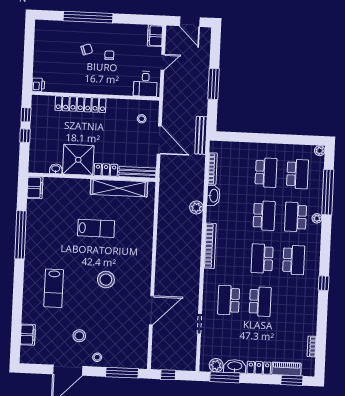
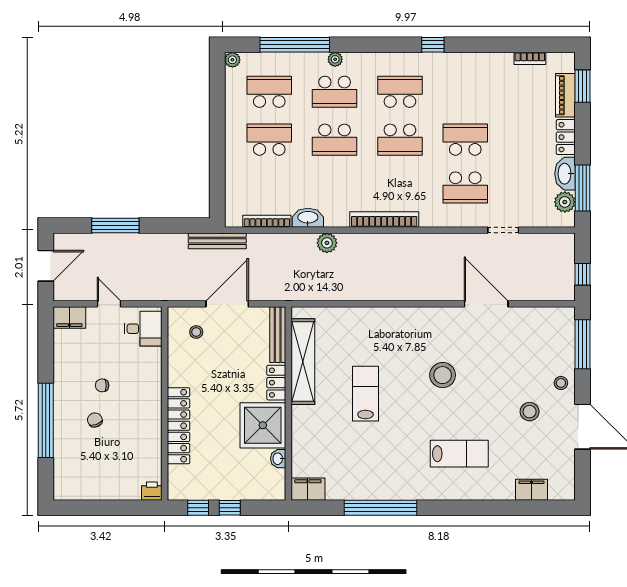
window: (213, 84) -> (115, 225), moved
school desk: (264, 216) -> (335, 140), turned 180

